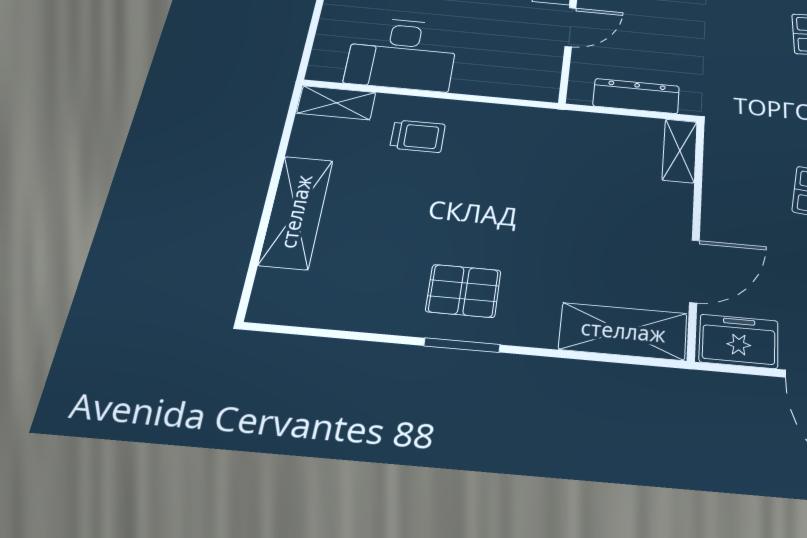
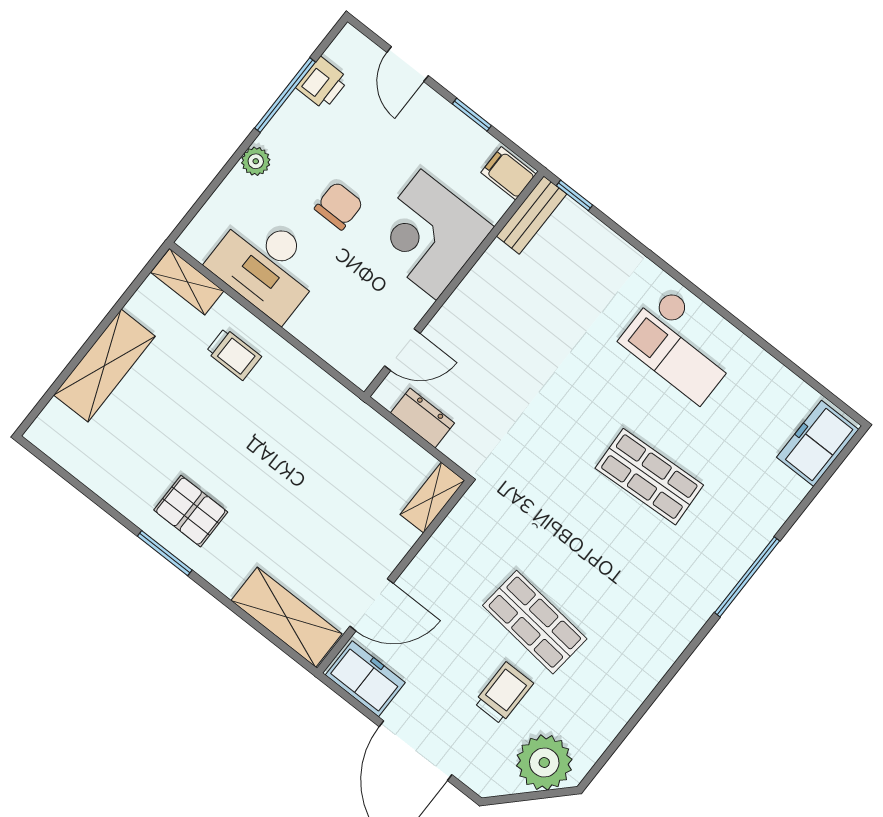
door: (570, 27) -> (402, 350), moved
dresser: (636, 96) -> (422, 418), width x0.70

